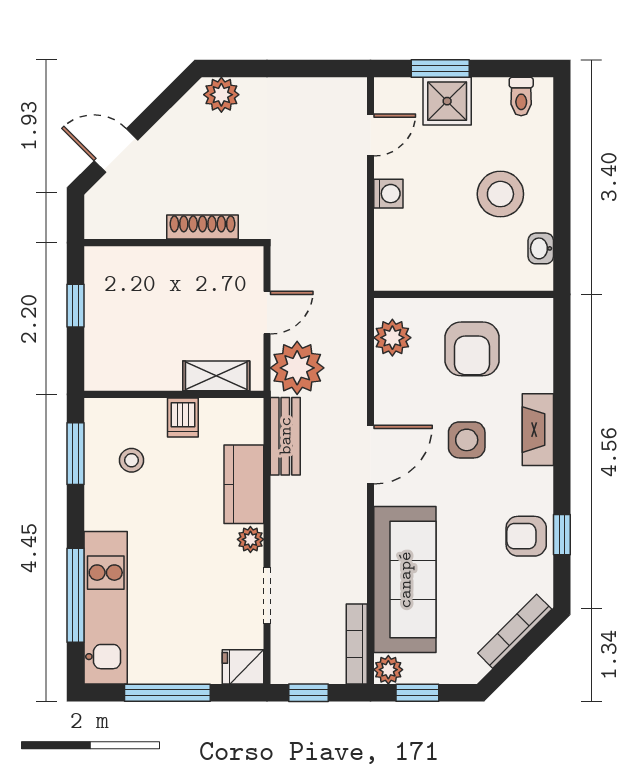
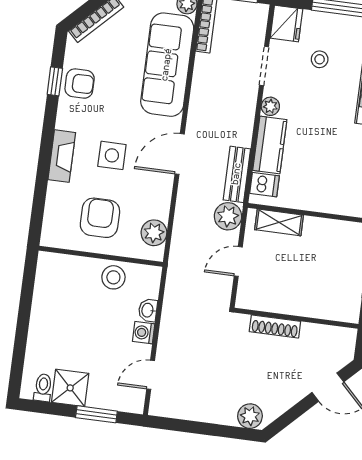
shower: (447, 101) -> (70, 388), moved
stool: (500, 194) -> (113, 277), moved, width x0.73, depth x0.73
washbasin: (541, 248) -> (148, 310), moved, turned 180
plant: (297, 368) -> (228, 216), width x0.73, depth x0.73
dishwasher: (183, 417) -> (265, 185), moved, turned 90
stool: (131, 460) -> (320, 59), moved
fridge: (243, 667) -> (286, 24), width x1.38

